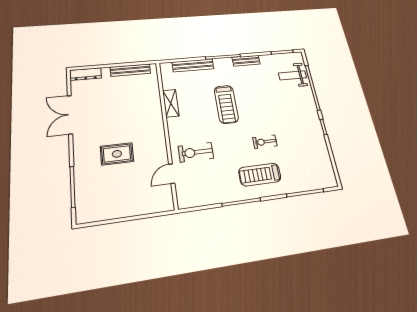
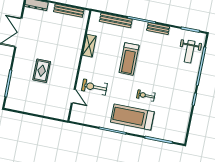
weight bench: (292, 75) -> (190, 52), turned -90
rug: (117, 154) -> (42, 71), turned 90
door: (172, 174) -> (73, 96), swing flipped
treadmill: (260, 175) -> (132, 117), width x1.37, depth x1.38

